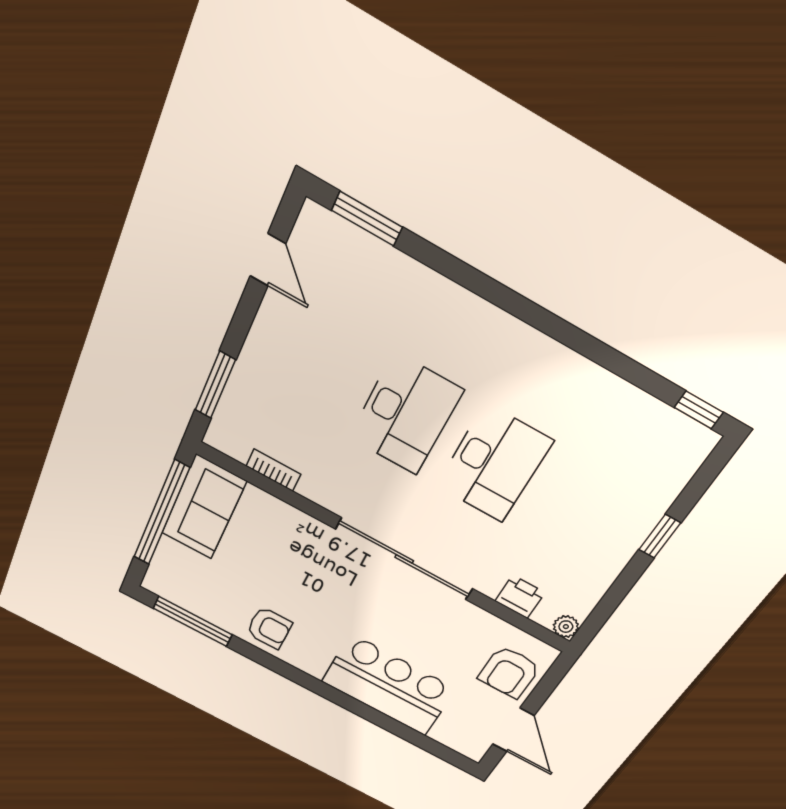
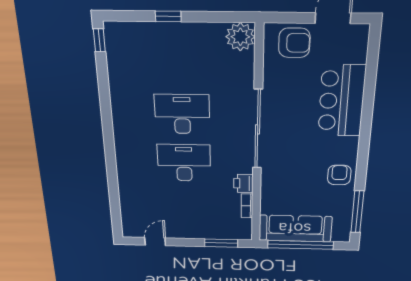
window: (367, 219) -> (116, 213), removed
sofa: (204, 507) -> (295, 228), width x1.36
printer: (520, 597) -> (243, 183), moved
plant: (566, 627) -> (240, 37), width x1.88, depth x1.88

